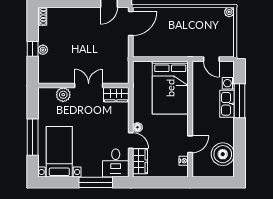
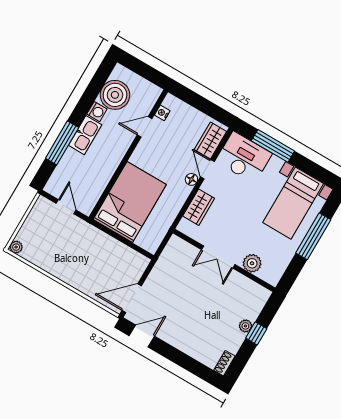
washing machine: (228, 83) -> (97, 112), moved
wardrobe: (116, 95) -> (199, 207), moved, turned 90
kitchen sink: (227, 104) -> (85, 135), moved
desk: (116, 163) -> (244, 157), width x1.37

